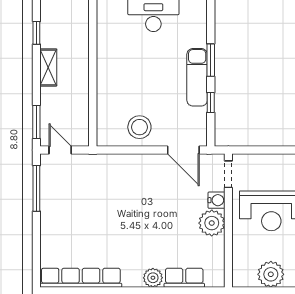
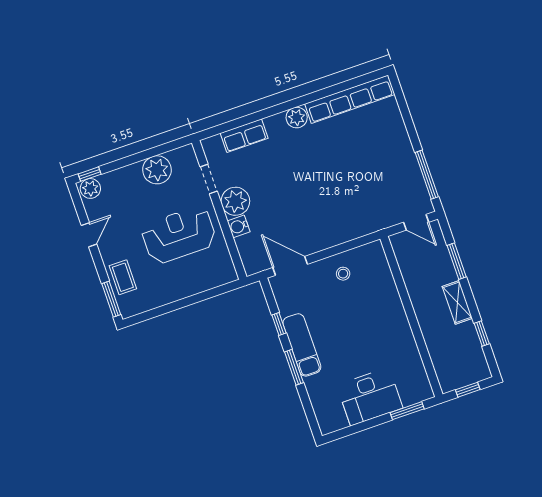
window: (36, 122) -> (457, 261), moved
stool: (139, 127) -> (343, 274), width x0.53, depth x0.53
doorway: (228, 174) -> (209, 179), moved
plant: (153, 278) -> (297, 118), moved

